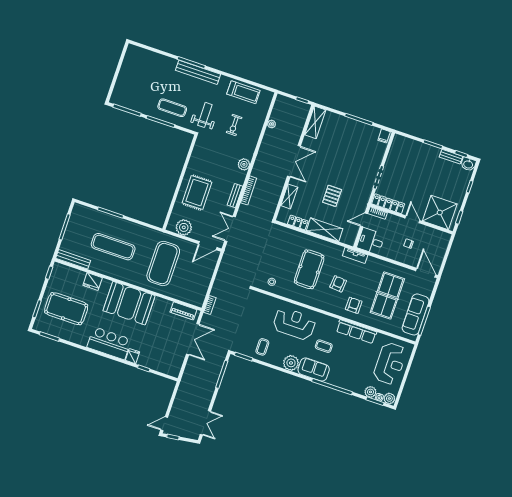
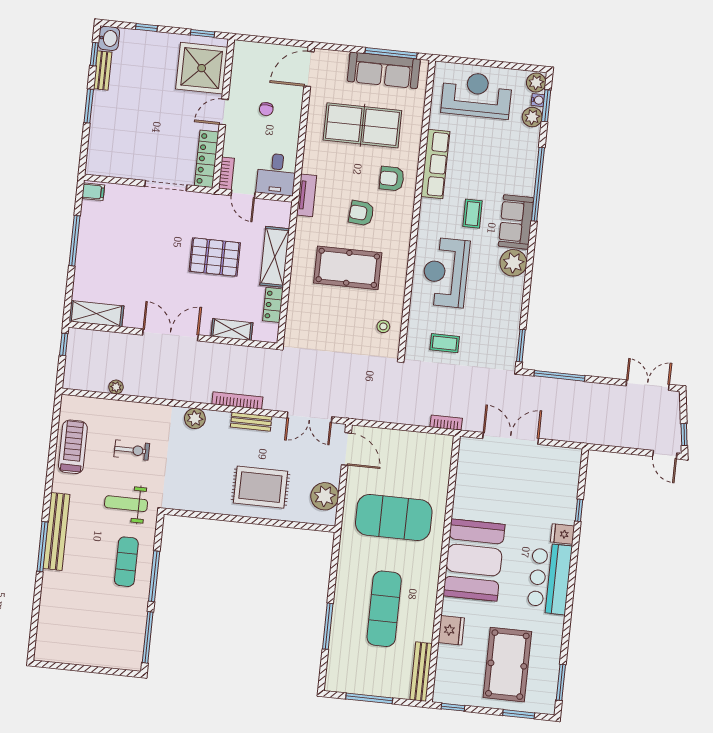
pallet: (332, 196) -> (215, 257), width x1.50, depth x1.42
piano: (183, 311) -> (466, 465), removed
coffee table: (262, 347) -> (445, 343), moved

